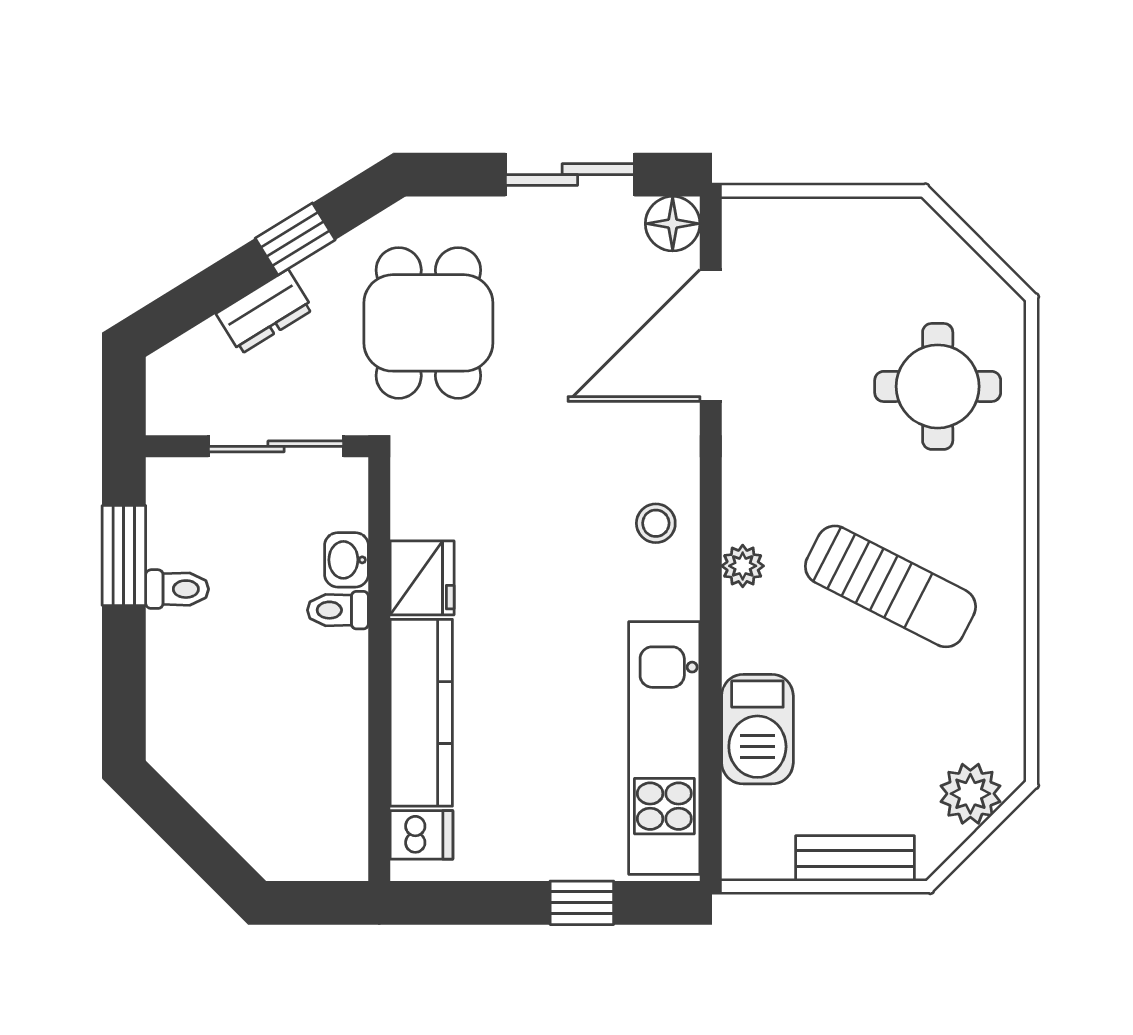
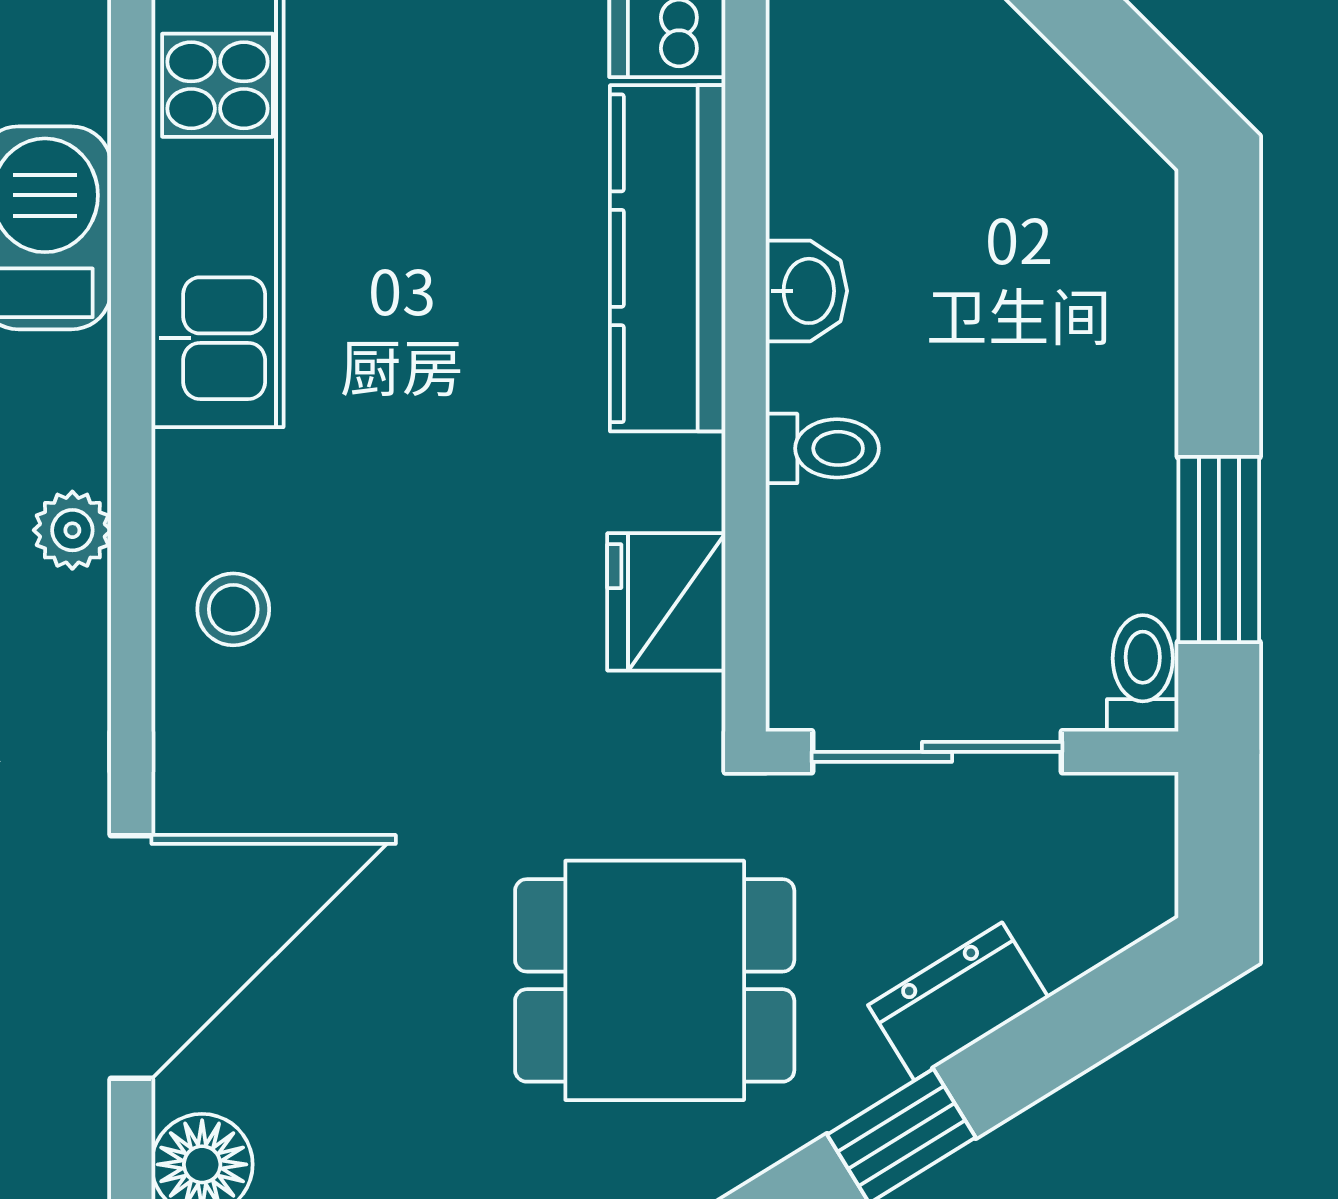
dining table: (428, 323) -> (655, 980), turned 90
washbasin: (346, 560) -> (806, 291), moved
fridge: (422, 578) -> (666, 602), moved
toilet: (177, 589) -> (1143, 673), moved, turned 90

